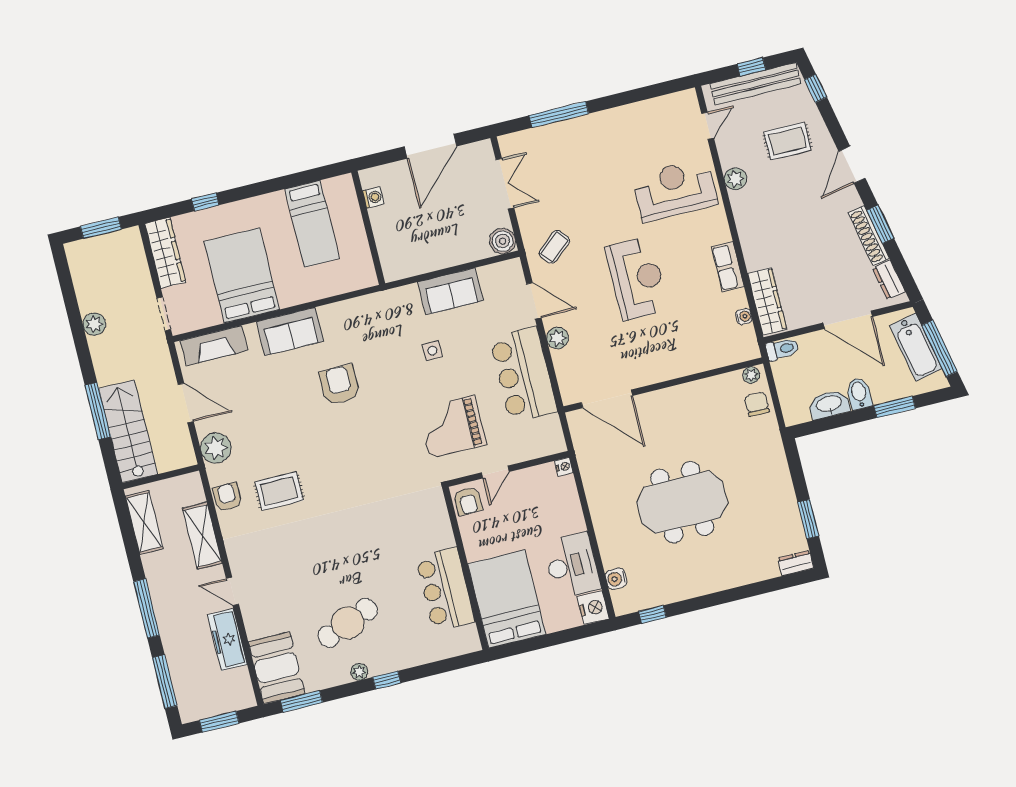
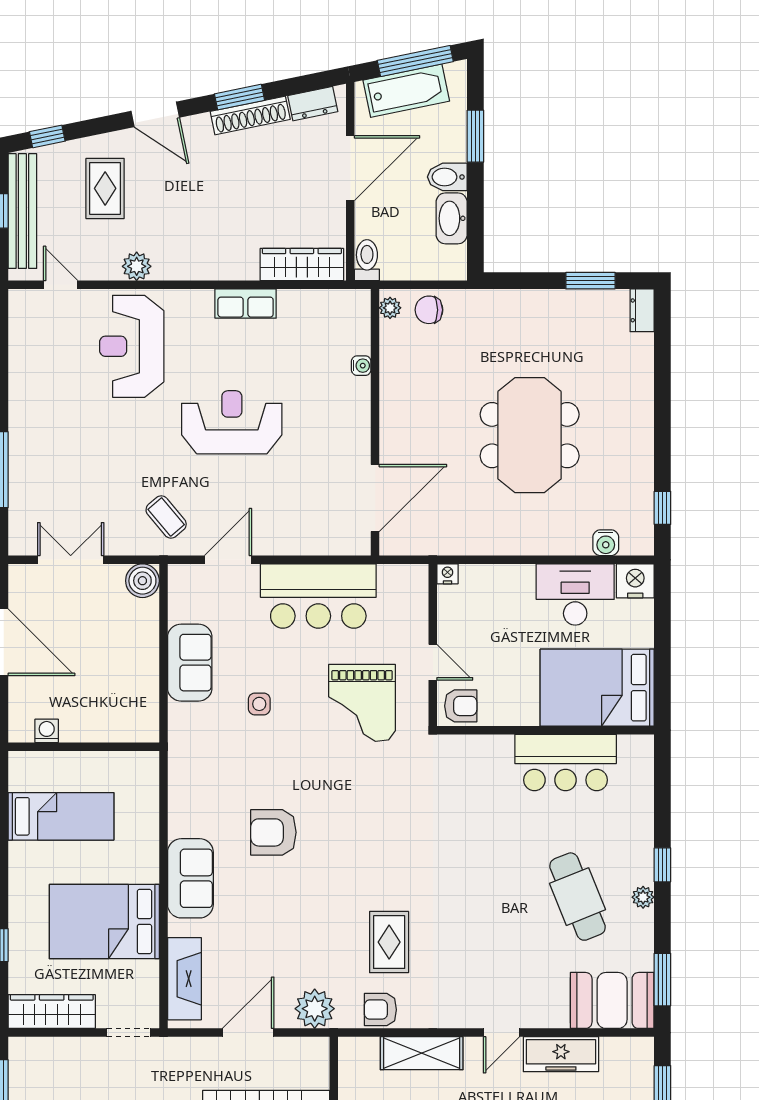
water cooler: (744, 317) -> (361, 366), moved, turned 90
plant: (557, 338) -> (282, 542), removed

